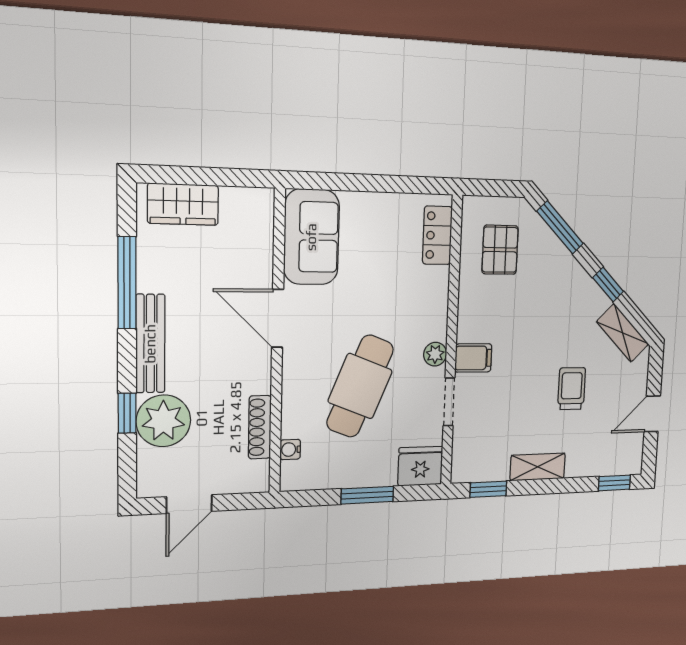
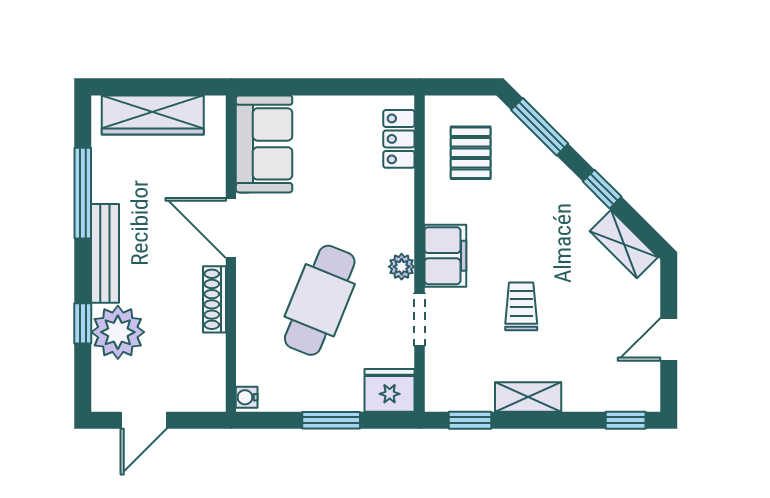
wardrobe: (183, 204) -> (153, 115), width x1.50
filing cabinet: (473, 358) -> (445, 256), width x2.00
trolley: (572, 389) -> (521, 306), moved
shoe rack: (260, 427) -> (215, 299), moved
water cooler: (290, 449) -> (247, 397), moved

